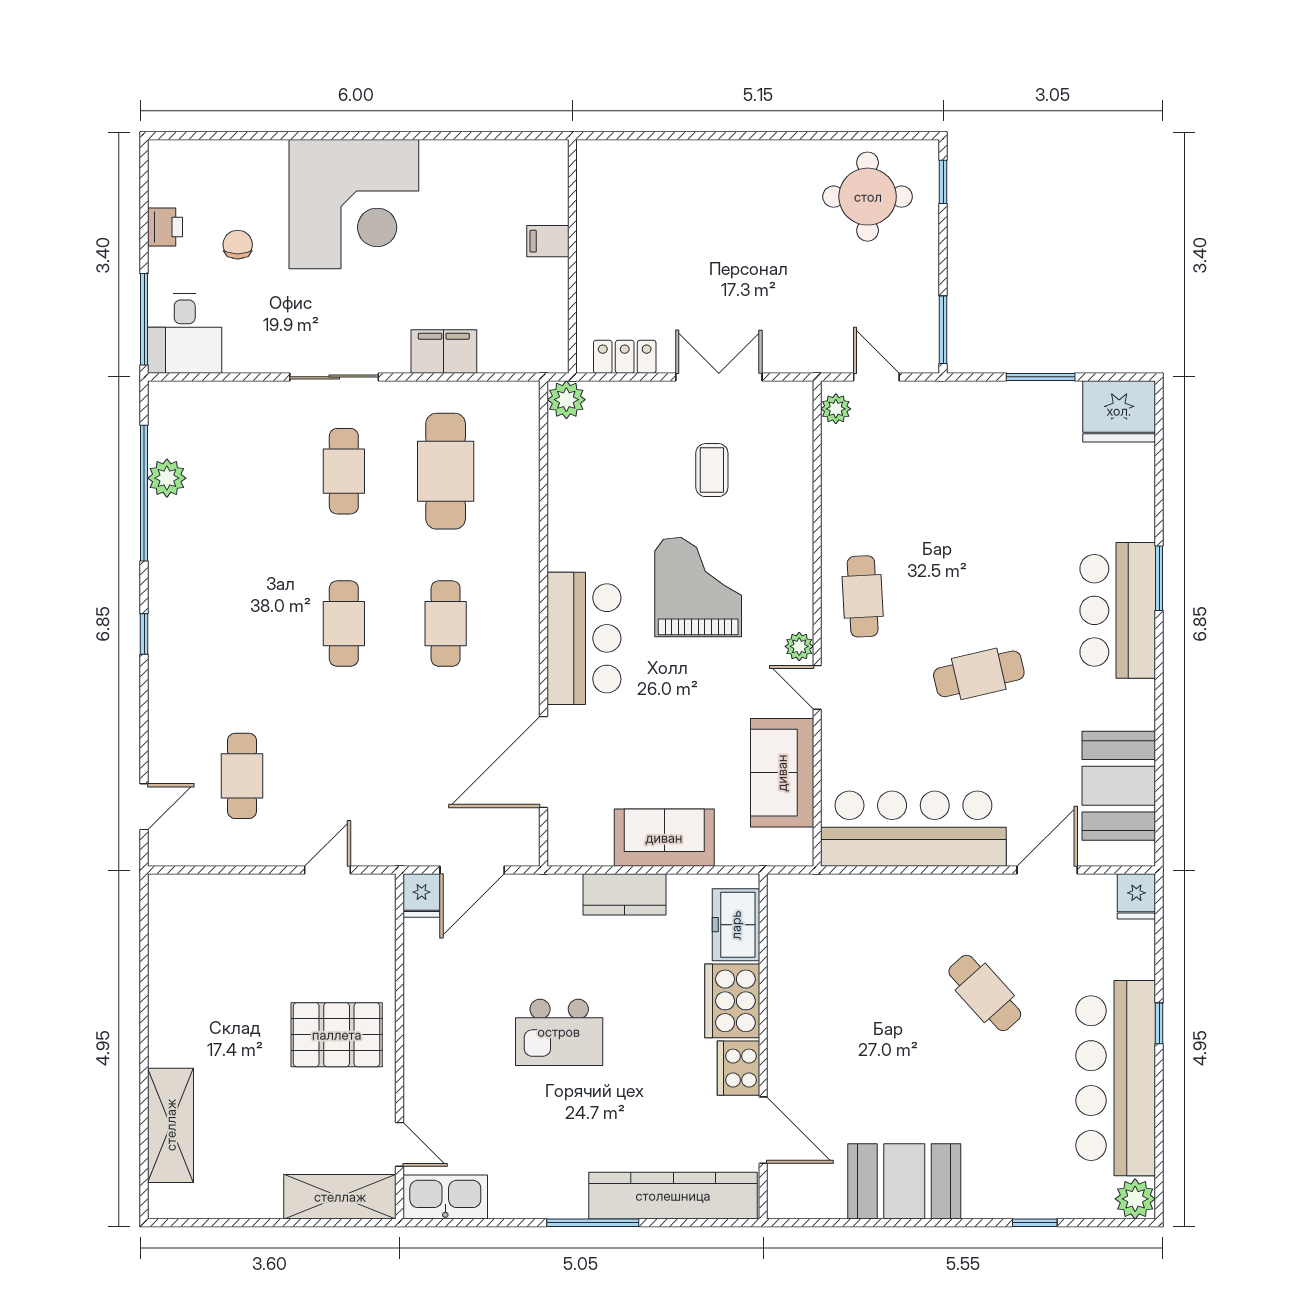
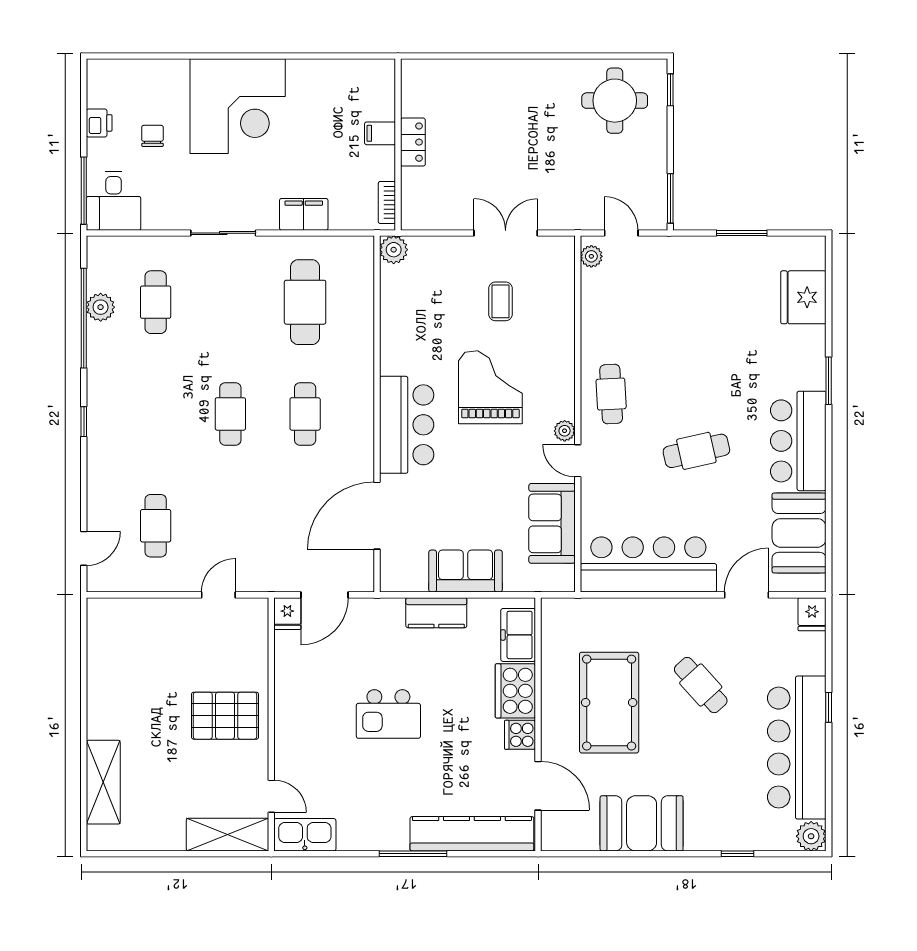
bookcase: (557, 335) -> (387, 203), added
locker: (625, 357) -> (413, 142), moved, turned 90
fridge: (1119, 411) -> (803, 297), moved, turned 90
cafe table: (344, 471) -> (156, 302), moved
bar counter: (1118, 610) -> (798, 441), moved
pool table: (860, 1017) -> (609, 703), added
cooker: (738, 1068) -> (520, 735), width x0.73

